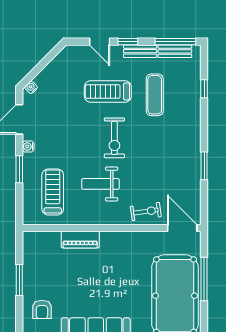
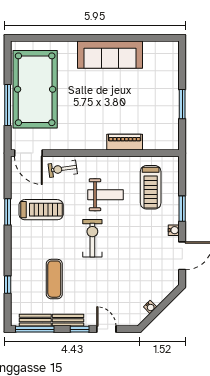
water cooler: (31, 87) -> (150, 307), moved
treadmill: (108, 92) -> (41, 210), moved
armchair: (42, 309) -> (161, 76), removed

